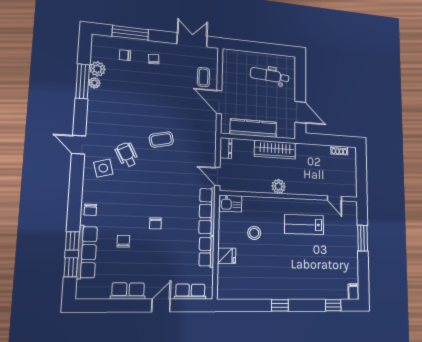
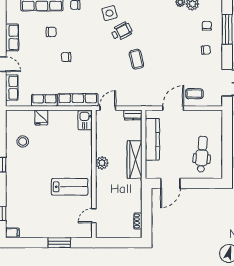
lab bench: (304, 224) -> (70, 187), turned 90
stool: (254, 233) -> (23, 142), moved

